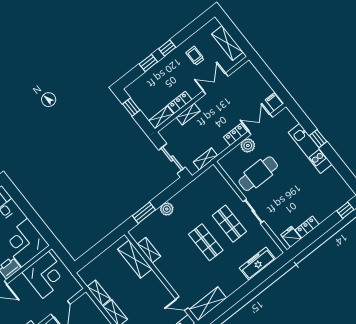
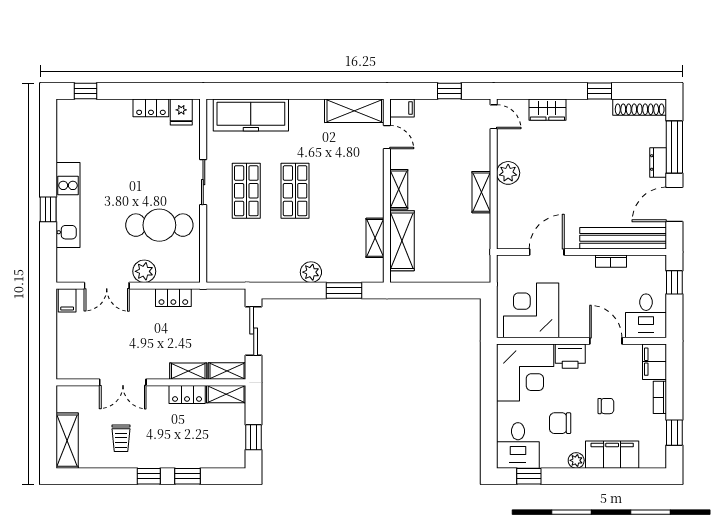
shelving: (227, 43) -> (67, 441), moved
locker: (236, 135) -> (173, 298), moved
shelving: (205, 159) -> (227, 371), moved
freezer: (257, 264) -> (251, 115), width x1.36, depth x1.26
shelving: (99, 293) -> (399, 189), moved

